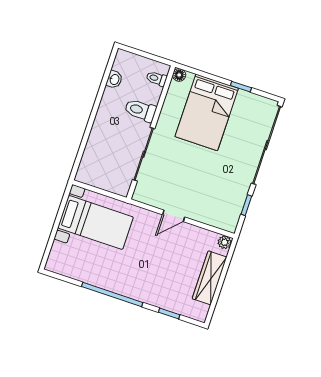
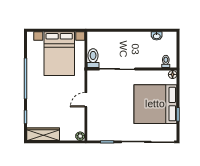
toilet: (140, 110) -> (93, 58), moved
bed: (207, 112) -> (155, 104), width x1.36
door: (174, 216) -> (86, 100), hinge flipped
bed with nightstands: (96, 222) -> (59, 54), width x1.36
wardrobe: (210, 278) -> (43, 134), moved

